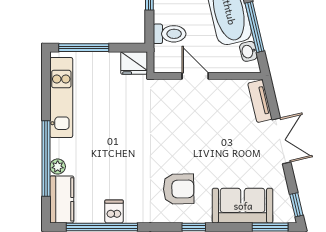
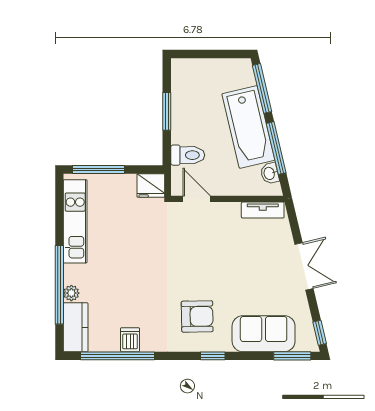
door: (195, 76) -> (197, 199), moved
tv unit: (260, 101) -> (263, 210), moved, turned -77

